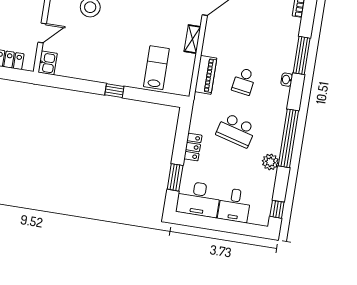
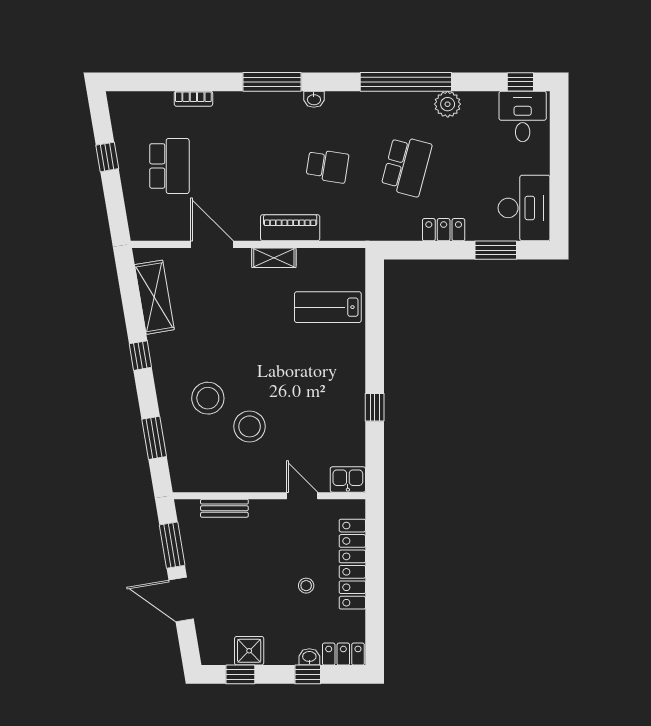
piano: (206, 75) -> (290, 228), moved
window: (114, 91) -> (375, 407), moved
desk: (234, 205) -> (523, 116), moved, turned -90

